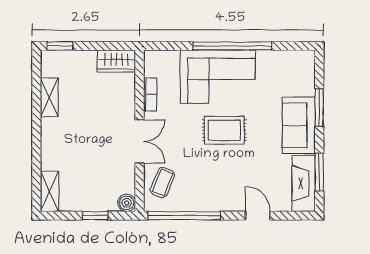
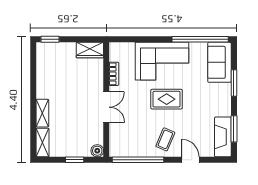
window: (232, 46) -> (200, 39), moved
shelving: (49, 97) -> (42, 113), moved
sofa: (299, 125) -> (219, 62), moved
coffee table: (162, 183) -> (165, 139), moved

